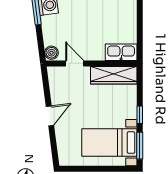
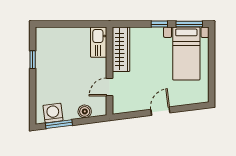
boiler: (51, 53) -> (85, 111), moved
door: (50, 116) -> (160, 111), hinge flipped

